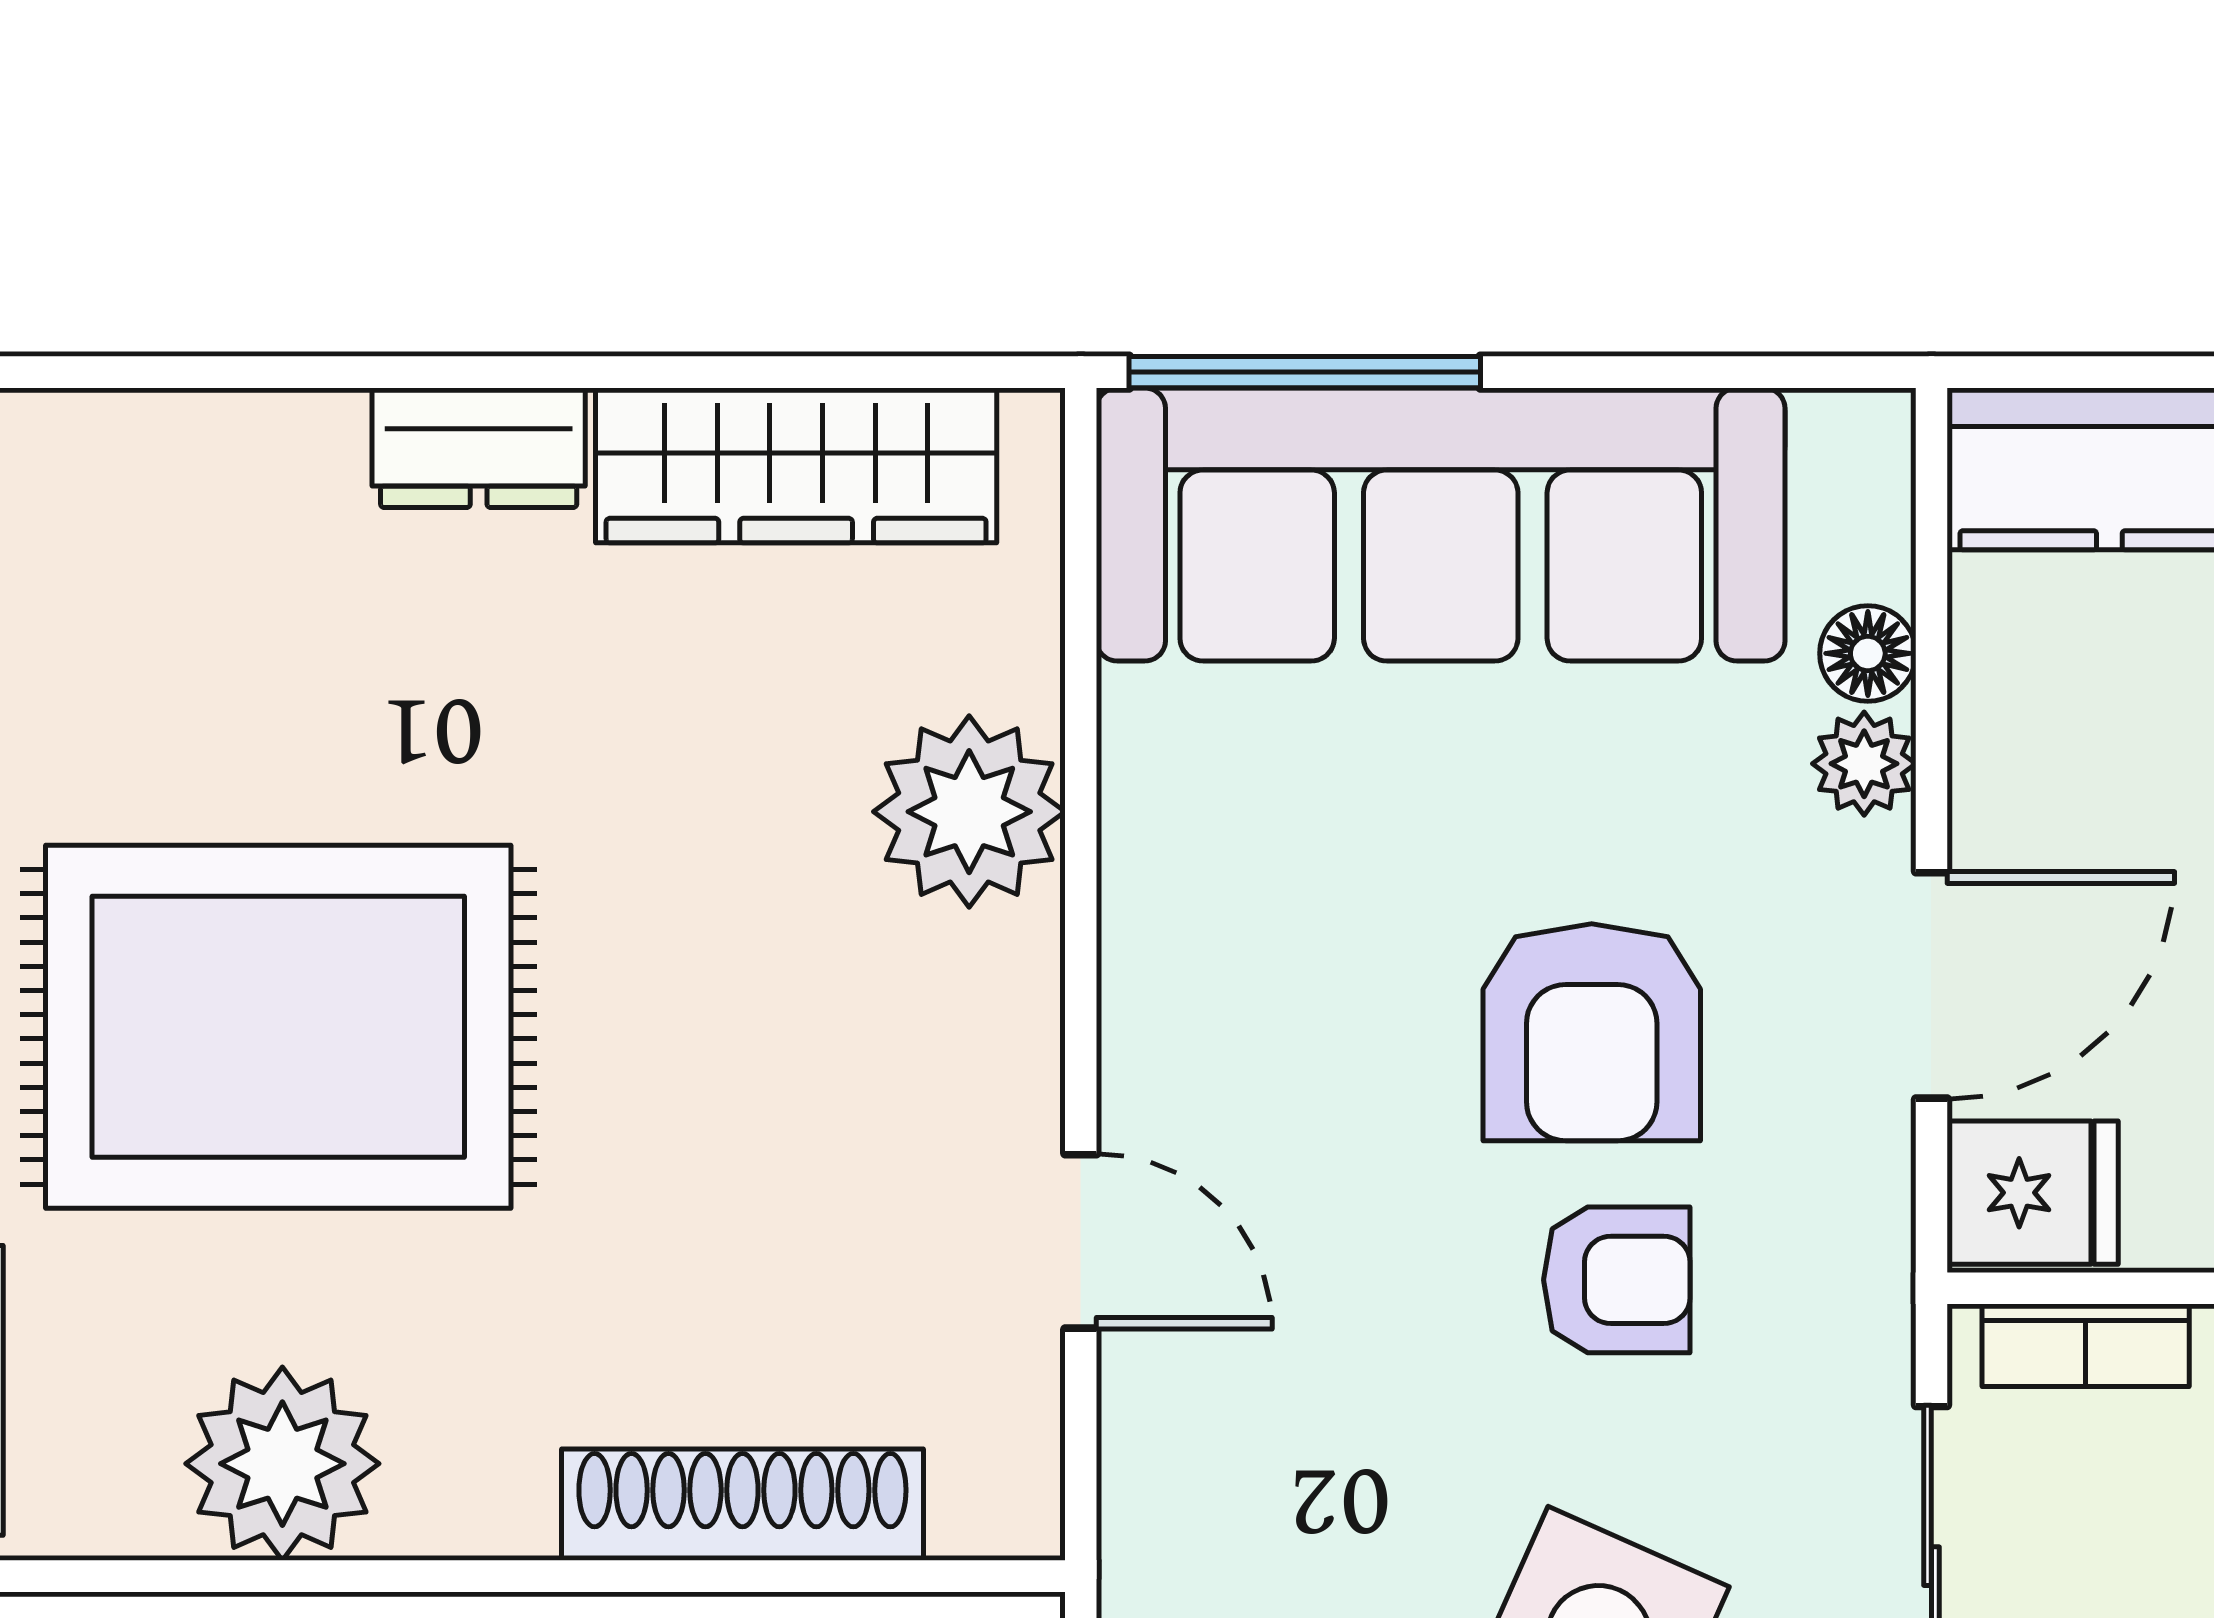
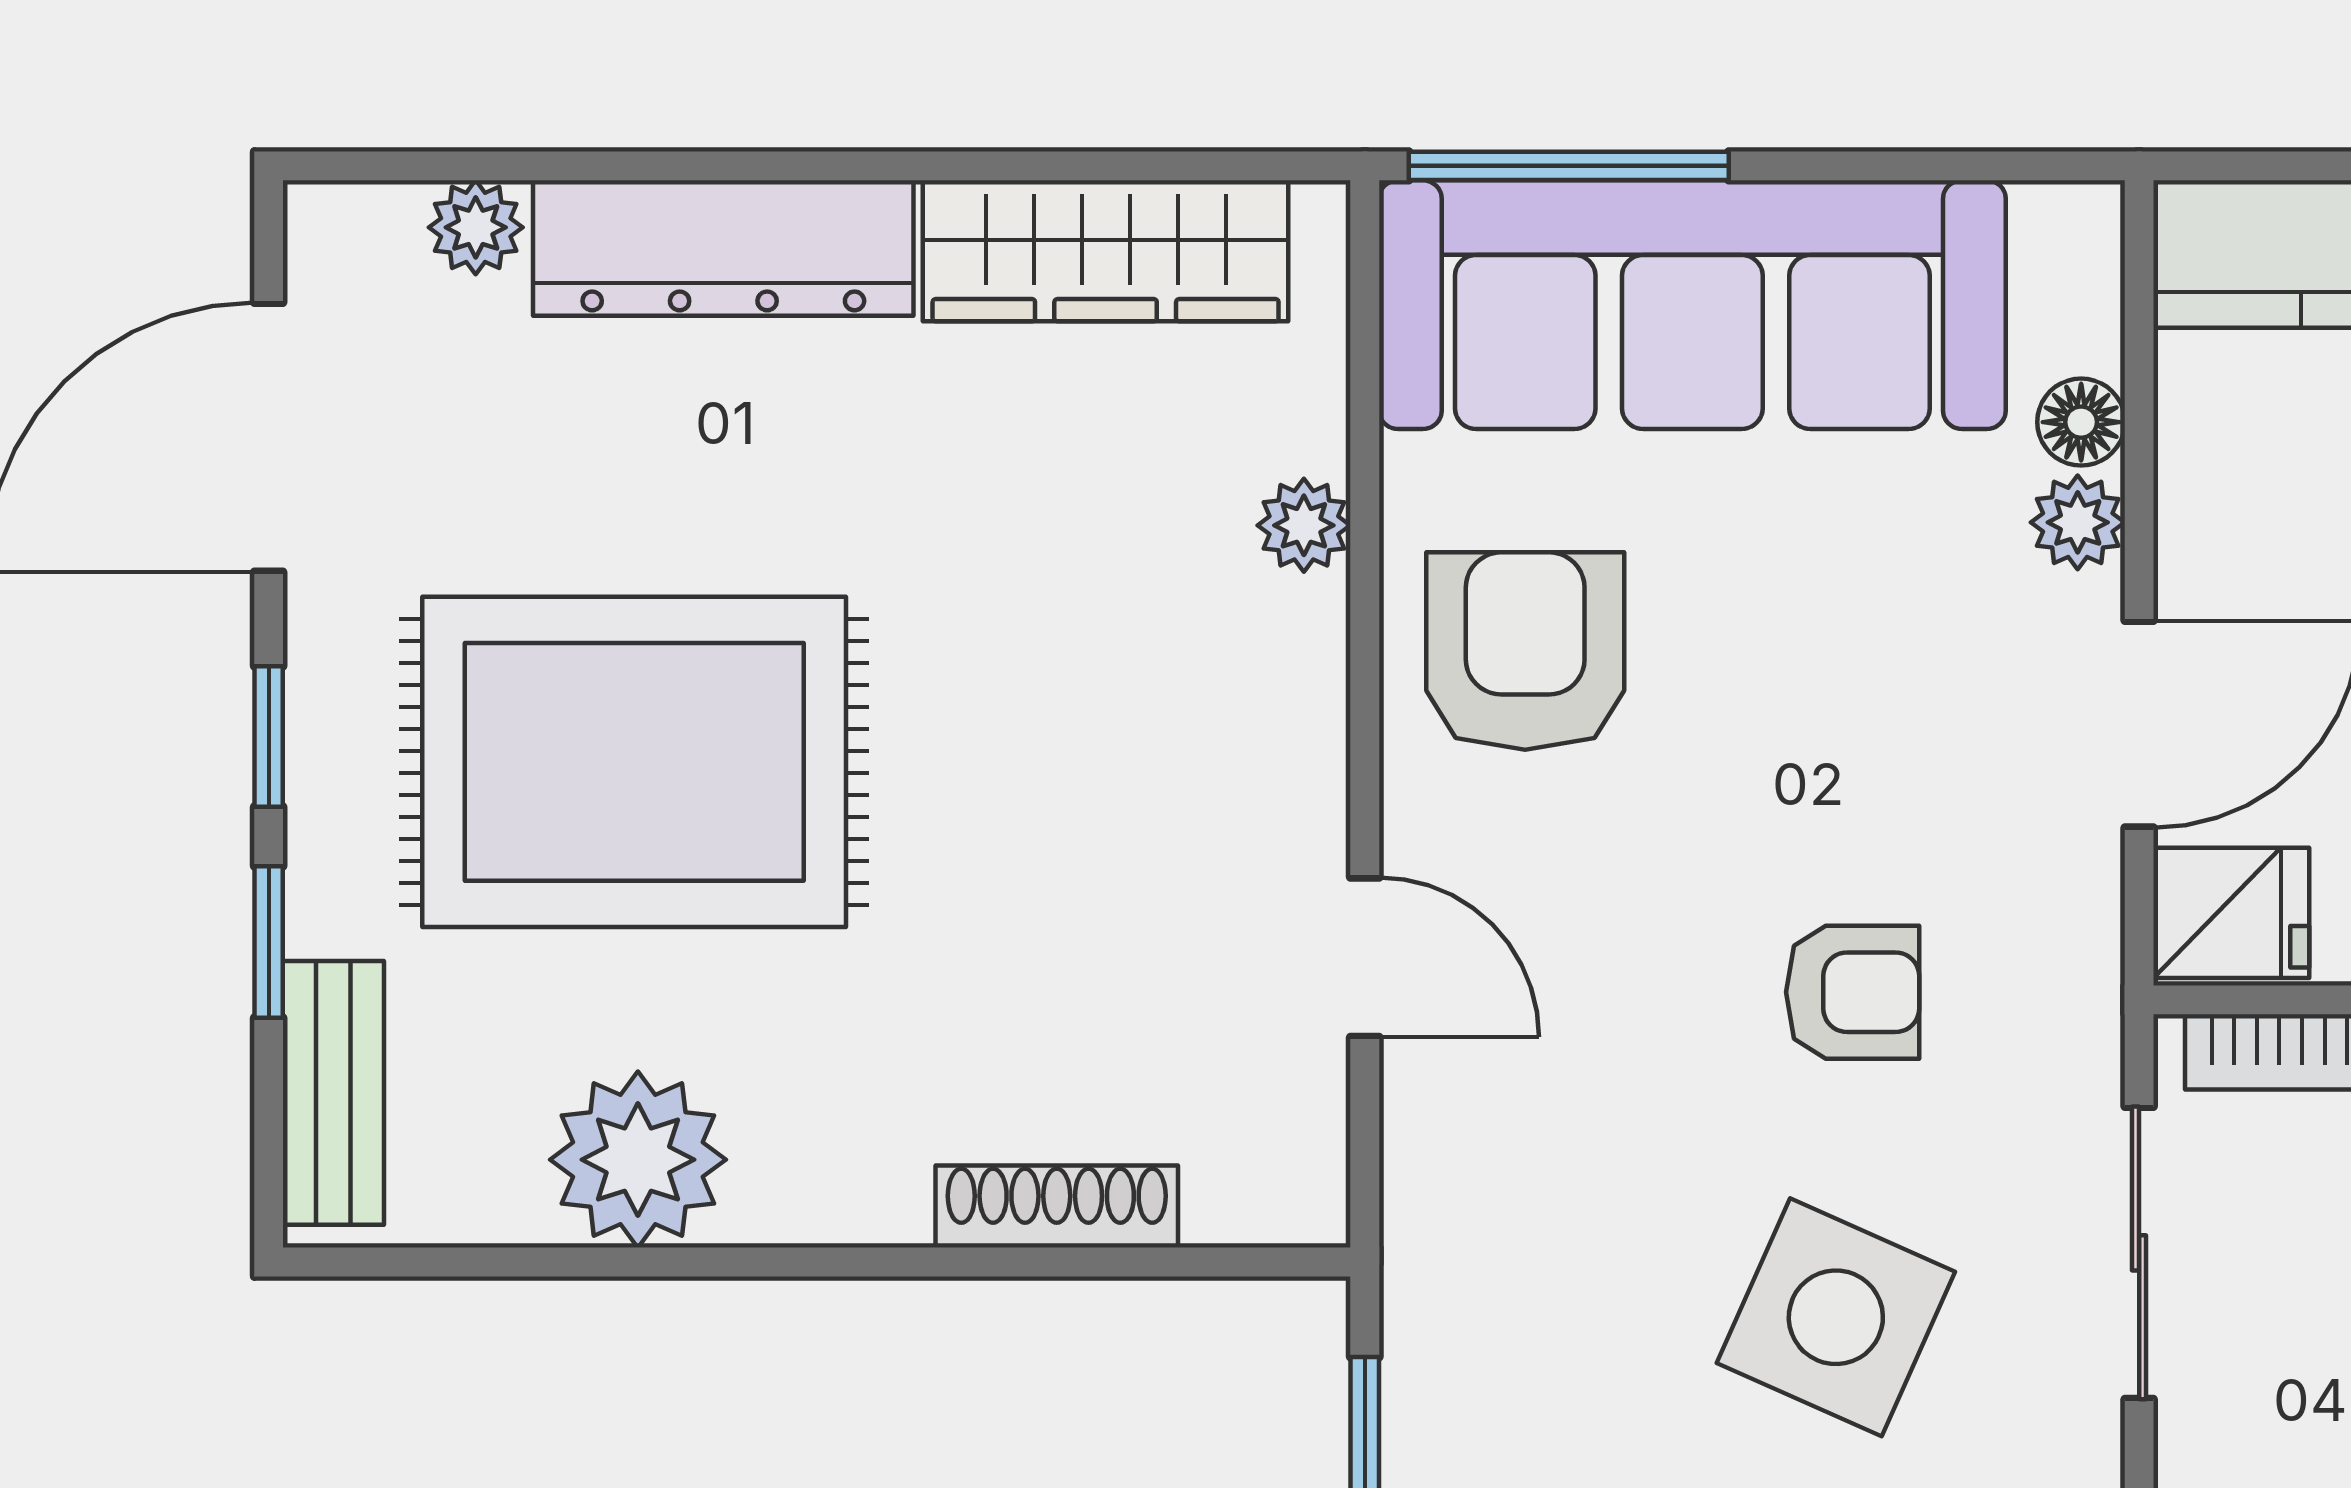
plant: (104, 440) -> (476, 227), added
dresser: (479, 448) -> (723, 248), width x1.96, depth x1.24
plant: (969, 812) -> (1304, 525), width x0.53, depth x0.53
armchair: (1592, 1032) -> (1525, 651), moved, turned 180
shoe rack: (742, 1505) -> (1057, 1207), width x0.74, depth x0.81

